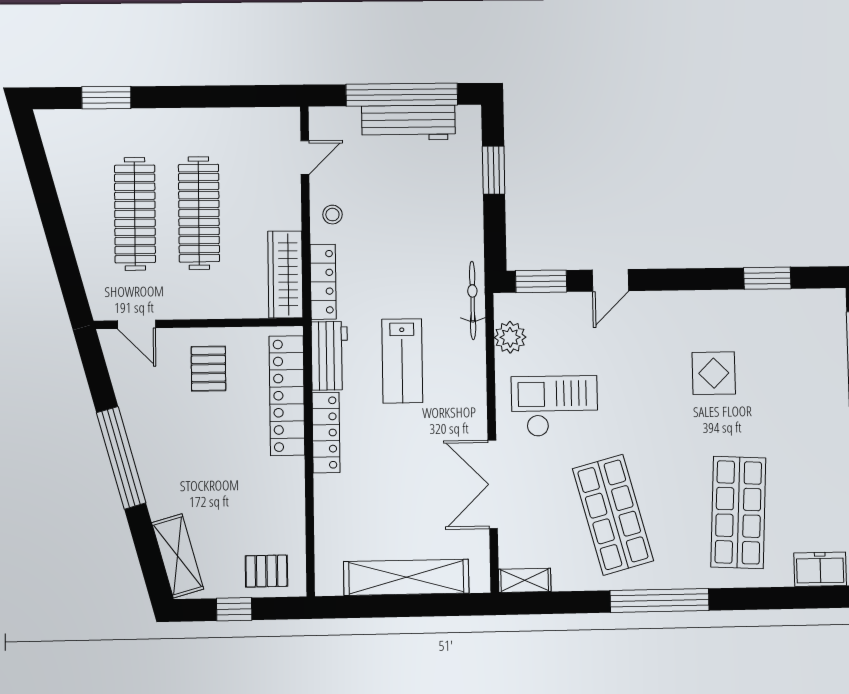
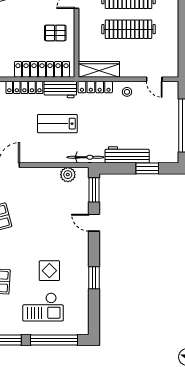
workbench: (408, 123) -> (127, 155), moved, turned 90
window: (767, 278) -> (94, 278), moved
checkout: (555, 406) -> (43, 307), moved, turned 90

